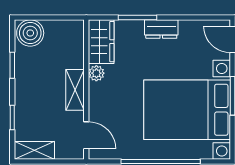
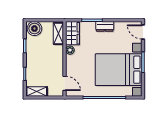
shelving: (75, 90) -> (58, 33), moved

